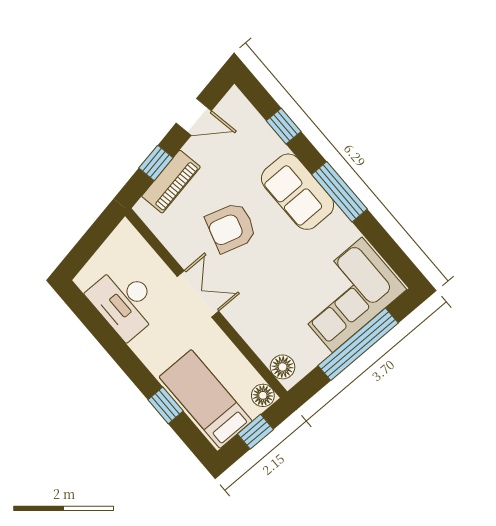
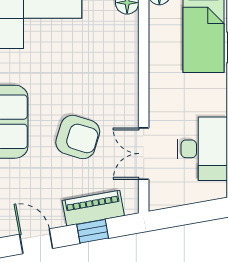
double door: (198, 294) -> (144, 154), moved

